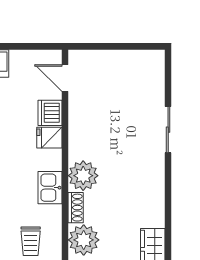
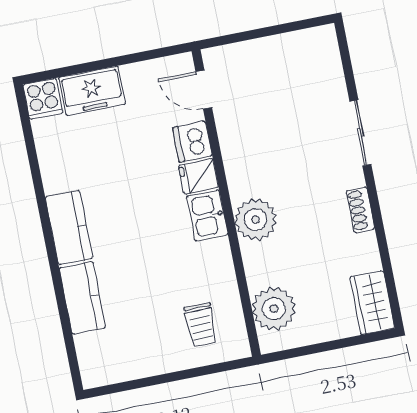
kitchen sink: (50, 188) -> (207, 216), moved
shoe rack: (76, 208) -> (361, 210), moved, turned 180

